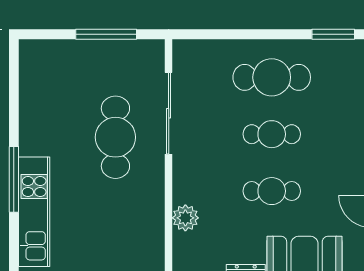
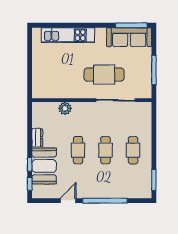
cafe table: (272, 77) -> (133, 150), width x0.73, depth x0.74
sofa: (38, 85) -> (129, 37), added
window: (14, 179) -> (131, 25), moved

